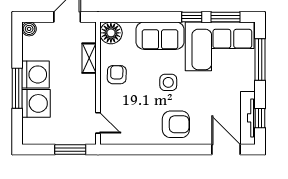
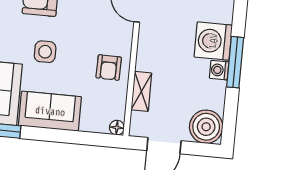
boiler: (29, 29) -> (206, 127), width x1.86, depth x1.86
floor lamp: (111, 33) -> (117, 128), width x0.53, depth x0.53
washing machine: (36, 74) -> (219, 70), width x0.53, depth x0.53

